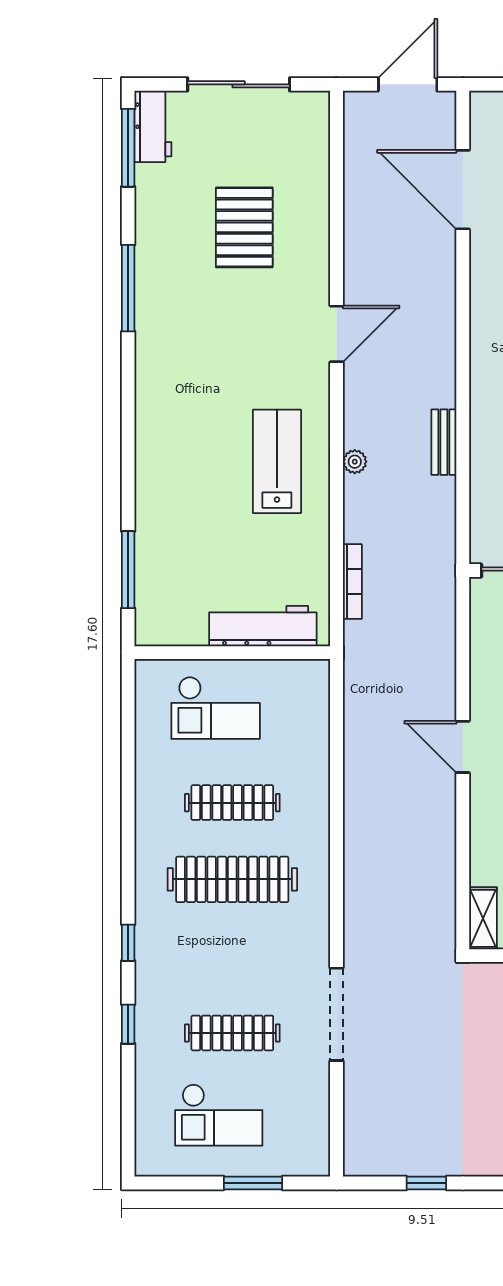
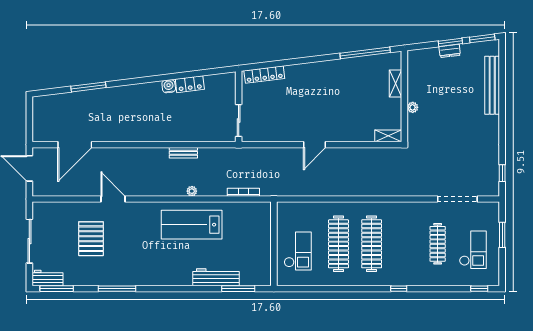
pallet: (244, 227) -> (91, 239), turned 90
door: (337, 334) -> (113, 199), moved
lab bench: (277, 461) -> (192, 225), width x1.36, depth x1.39
workbench: (263, 626) -> (216, 277), moved, turned 90
clothes rail: (232, 803) -> (338, 244), width x1.37, depth x1.31
doorway: (337, 1014) -> (457, 199), moved
window: (128, 1024) -> (479, 289), moved
window: (426, 1183) -> (502, 173), moved

